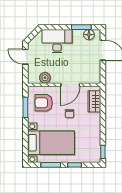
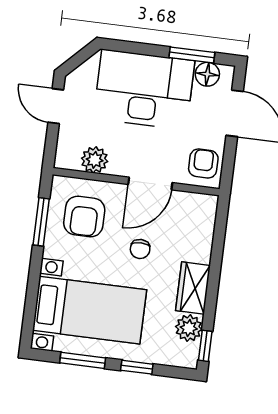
desk: (57, 41) -> (144, 89), width x1.36, depth x1.30
armchair: (92, 73) -> (203, 164), added
wardrobe: (94, 101) -> (193, 288), moved
armchair: (44, 103) -> (84, 216), turned -90
plant: (95, 145) -> (189, 328), added

